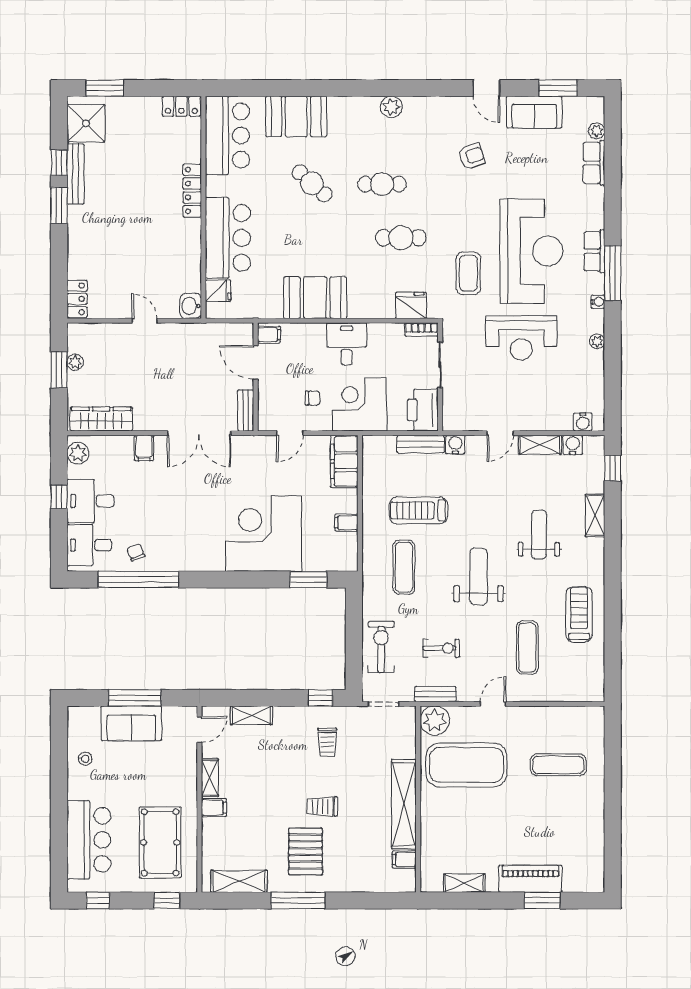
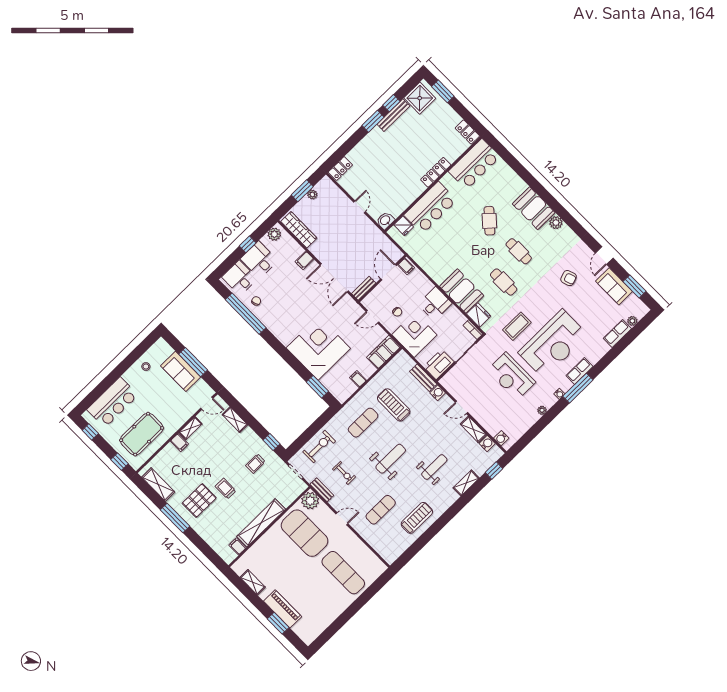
booth: (296, 116) -> (534, 208), moved
booth: (315, 298) -> (462, 291), moved
exercise mat: (558, 765) -> (343, 573), width x1.36, depth x1.45

